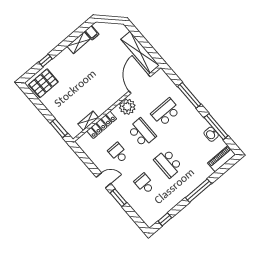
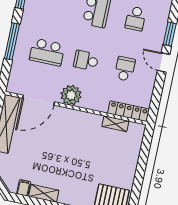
locker: (102, 125) -> (128, 111), moved
window: (59, 128) -> (145, 147), removed
school desk: (142, 133) -> (86, 61), width x0.54
school desk: (118, 153) -> (125, 69), turned 180

